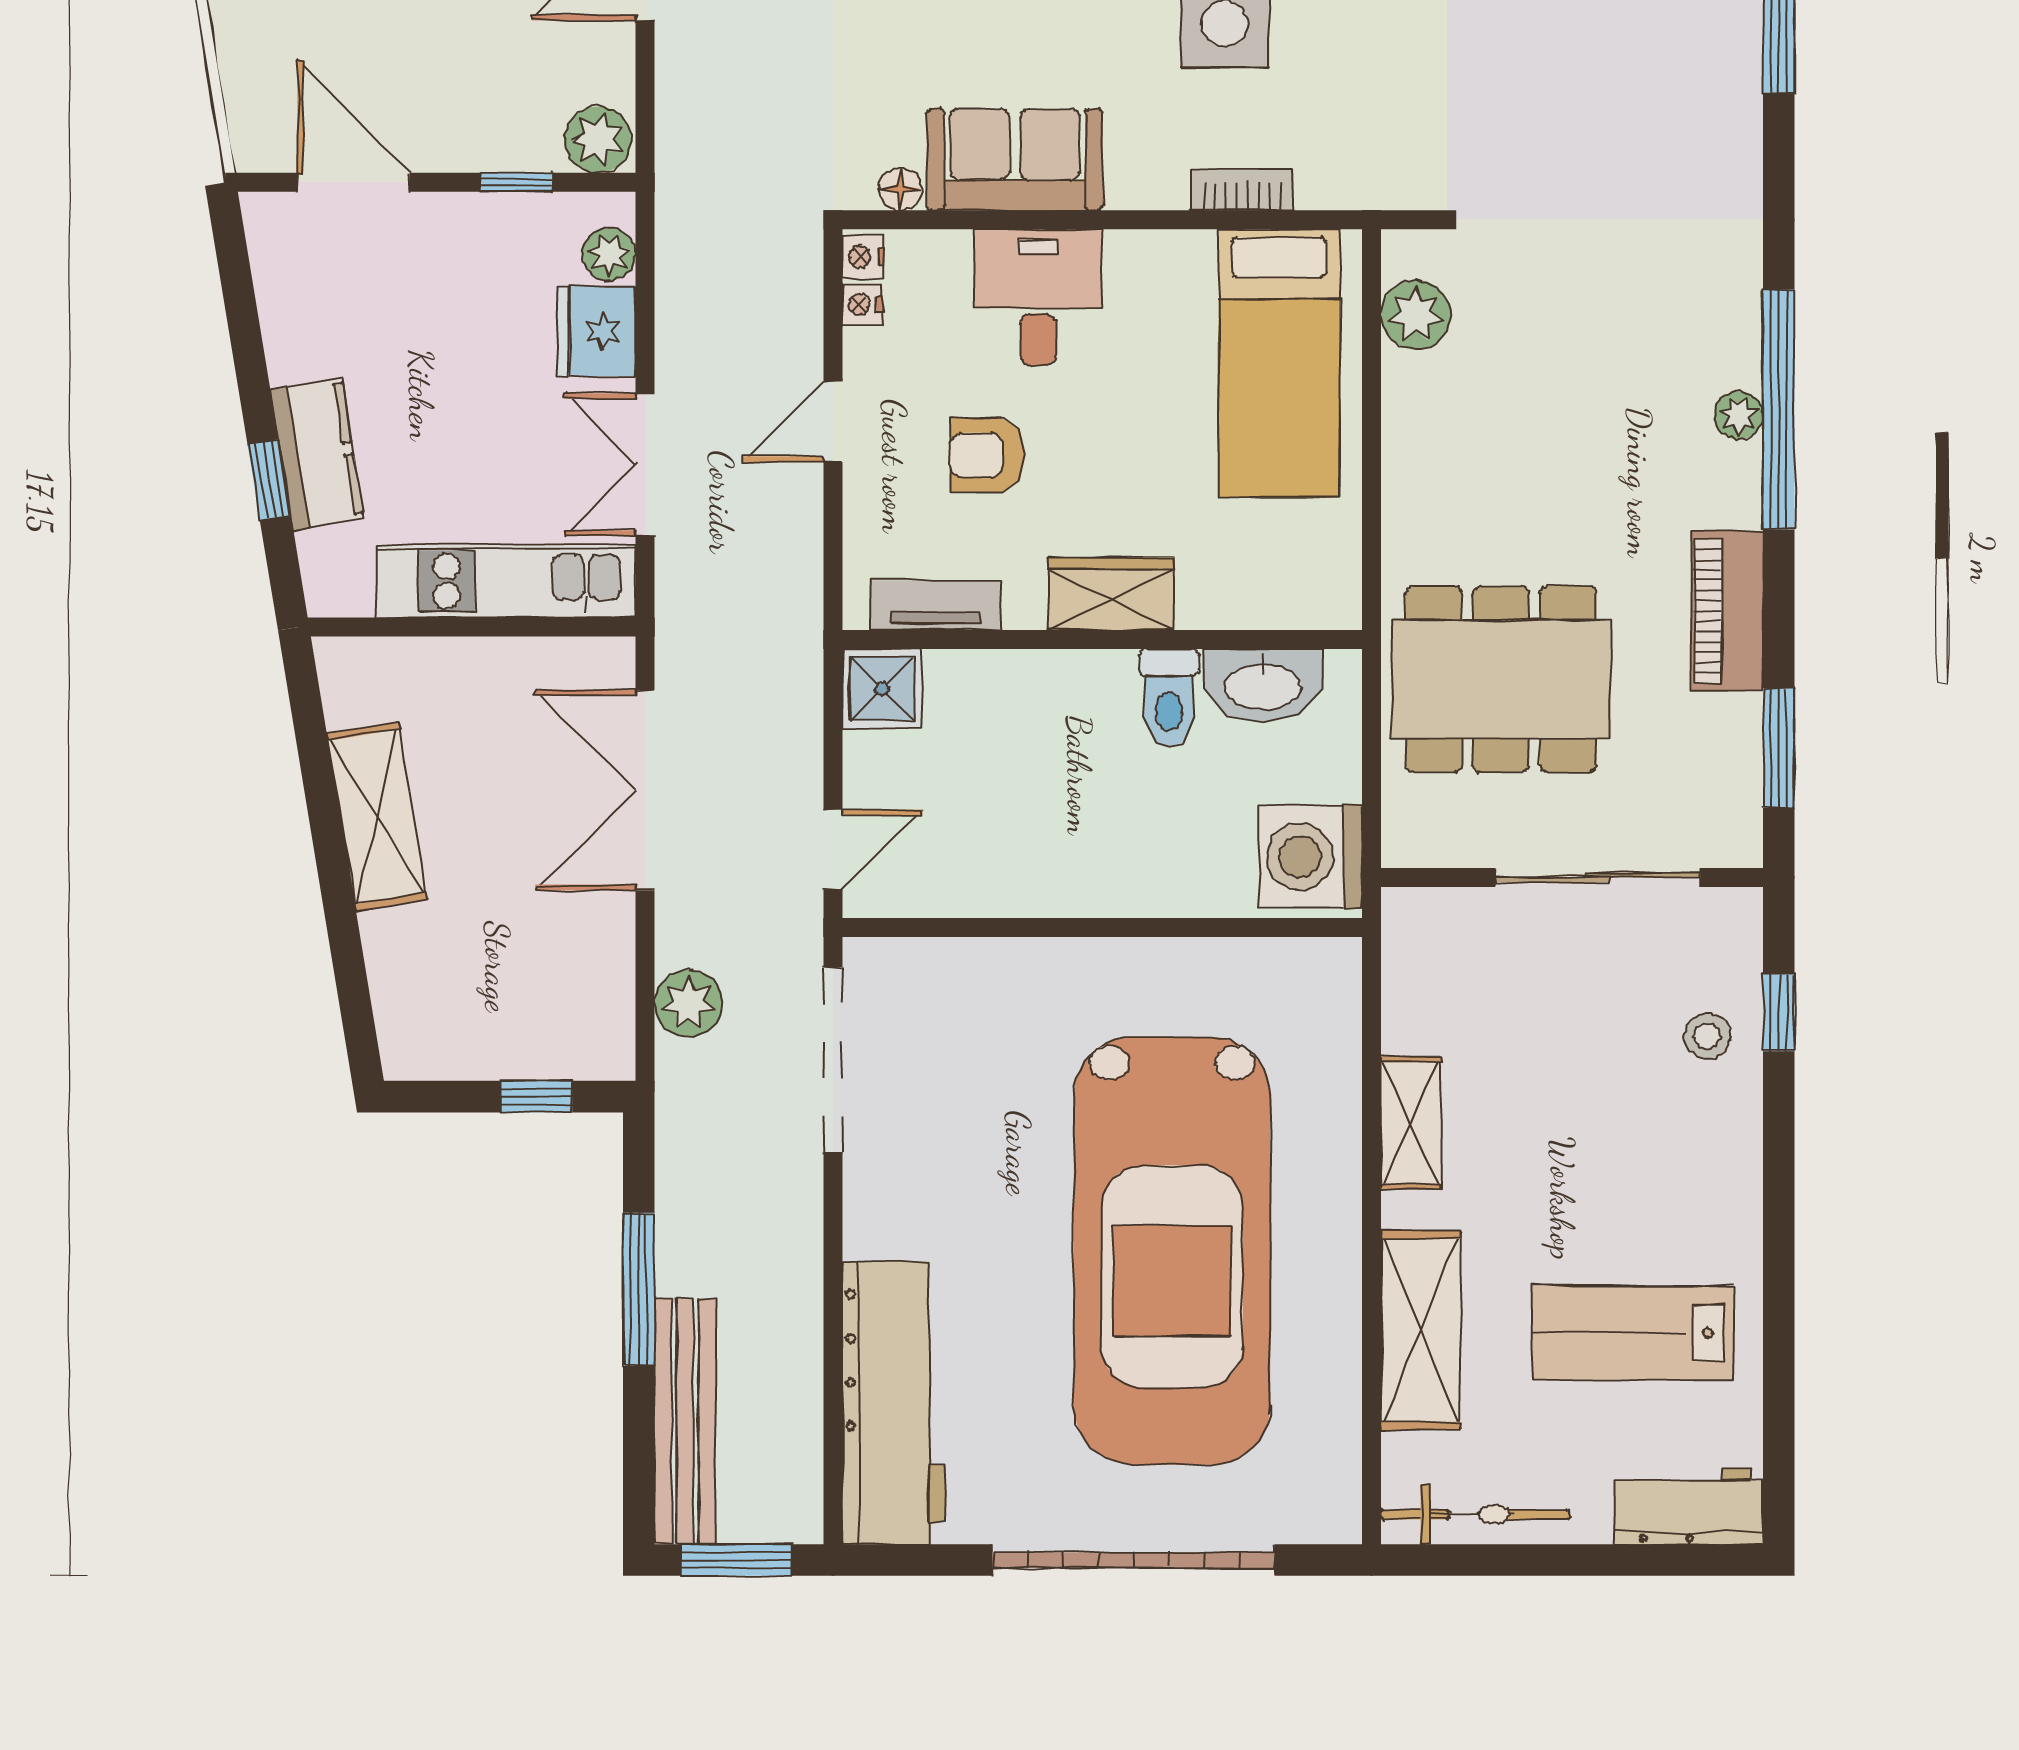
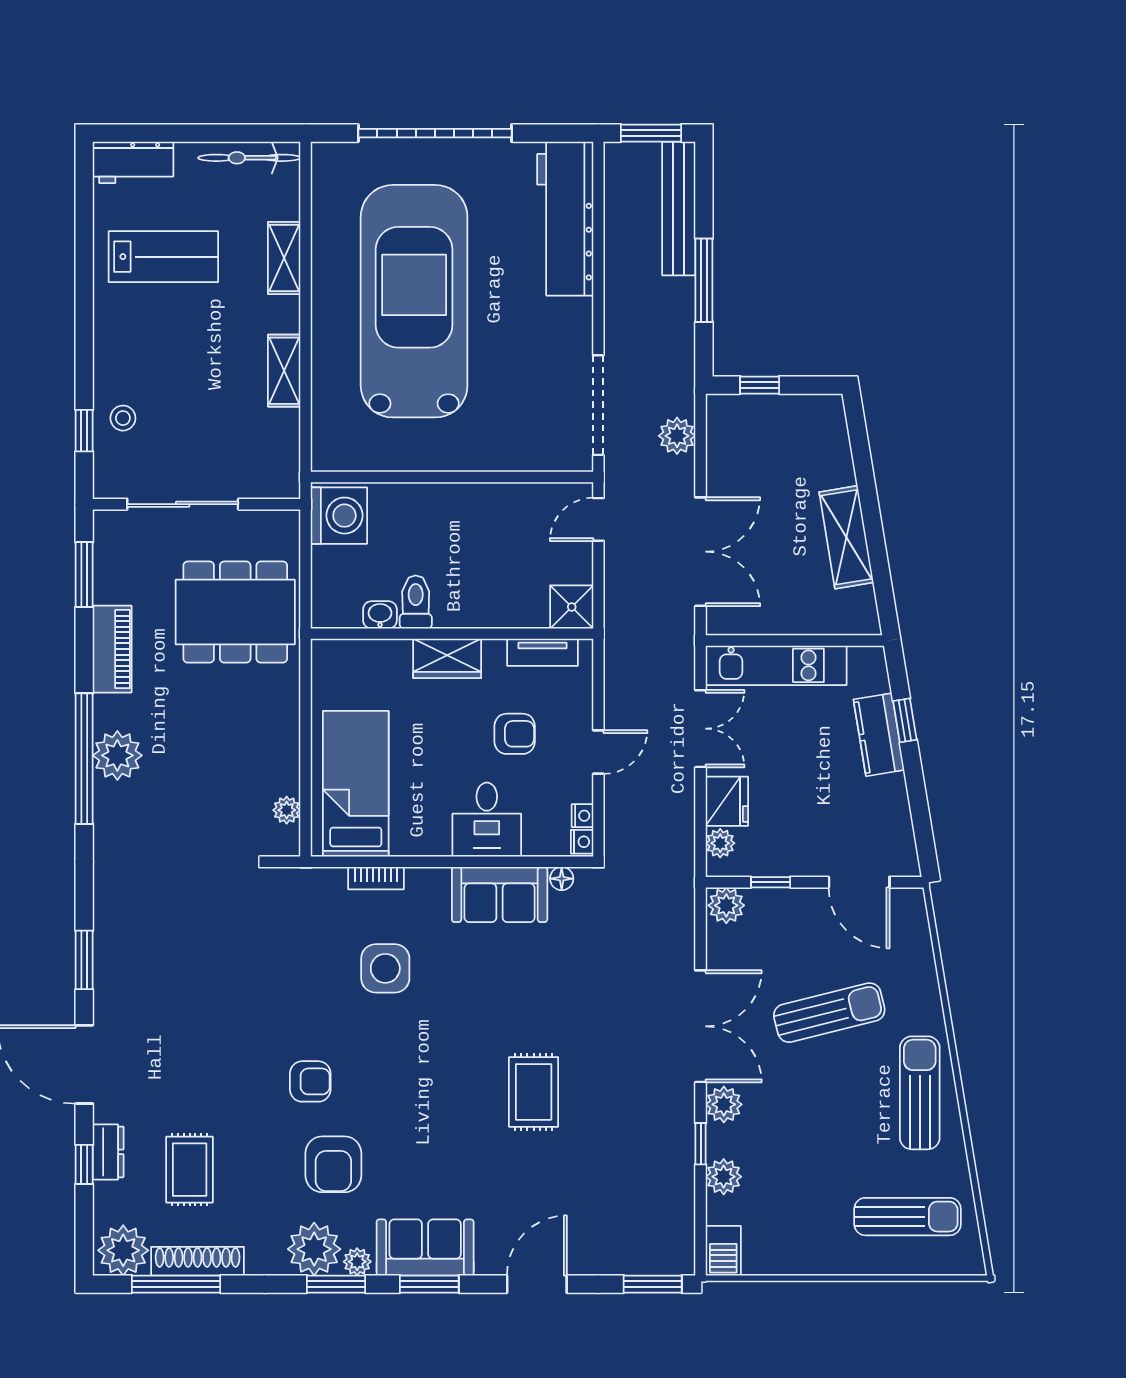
plant: (1416, 315) -> (287, 810), width x0.73, depth x0.73
plant: (1739, 415) -> (117, 755), width x1.87, depth x1.87
washbasin: (1263, 685) -> (380, 615), width x0.52, depth x0.69
shelving: (1421, 1330) -> (284, 258), width x0.67, depth x0.75

